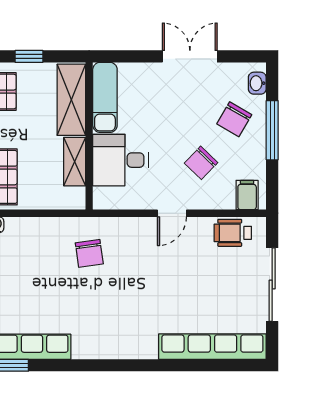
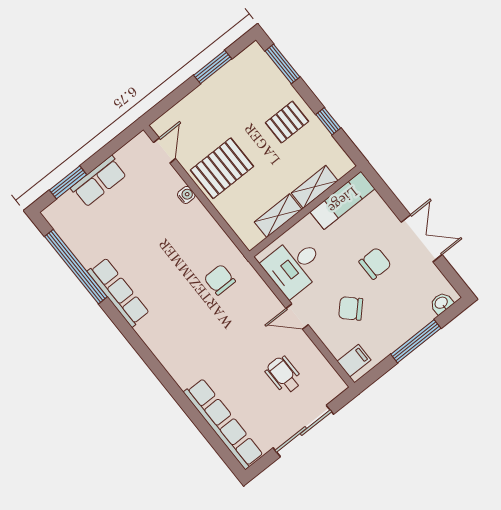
shelving: (71, 100) -> (315, 187), width x0.67, depth x0.75
chair: (234, 119) -> (375, 263), moved, turned 150
desk: (121, 160) -> (294, 266), moved, turned -90
wheelchair: (233, 233) -> (284, 375), moved
chair: (89, 253) -> (220, 280), turned 98

